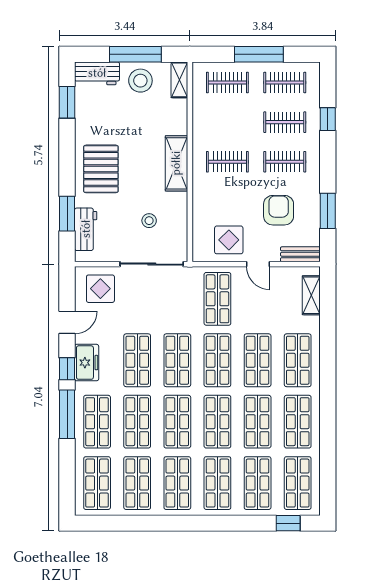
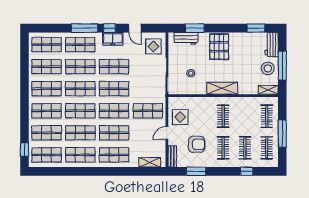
pallet: (101, 169) -> (219, 47), turned 90

